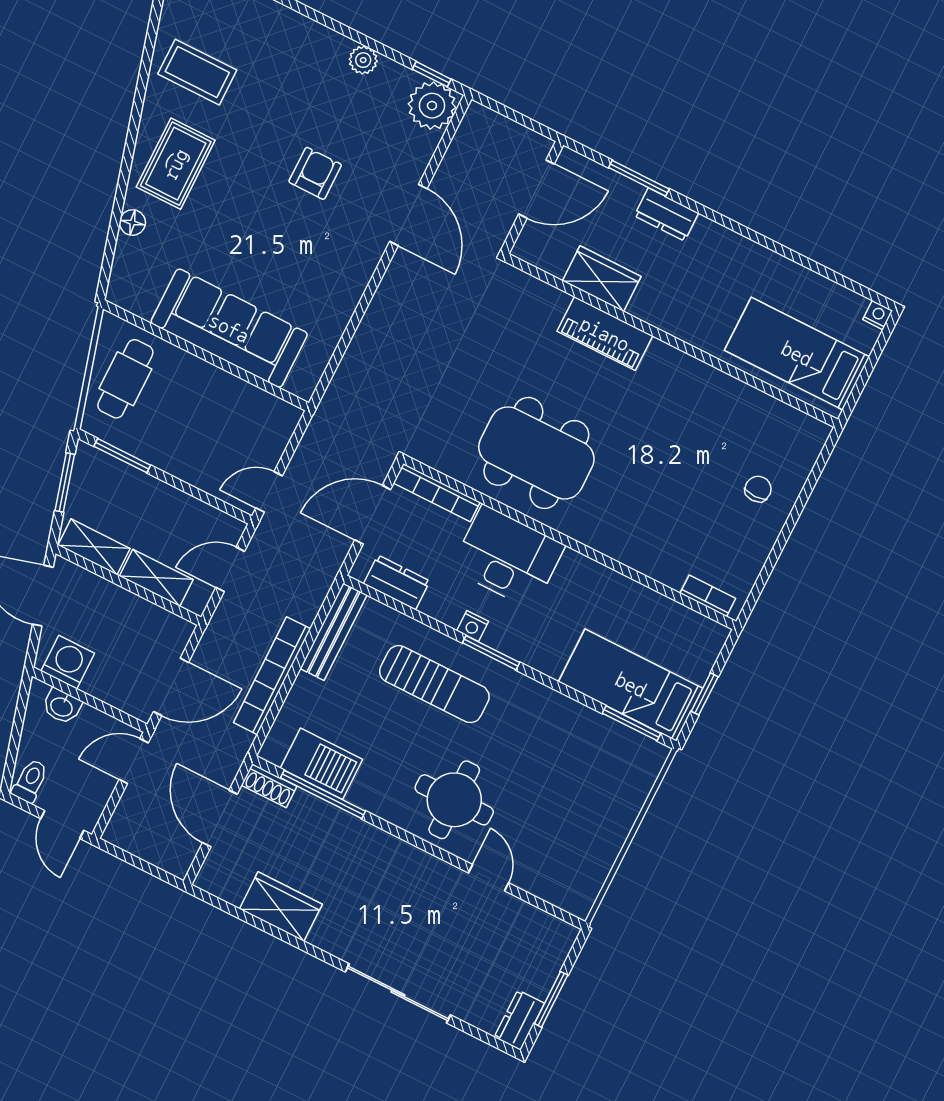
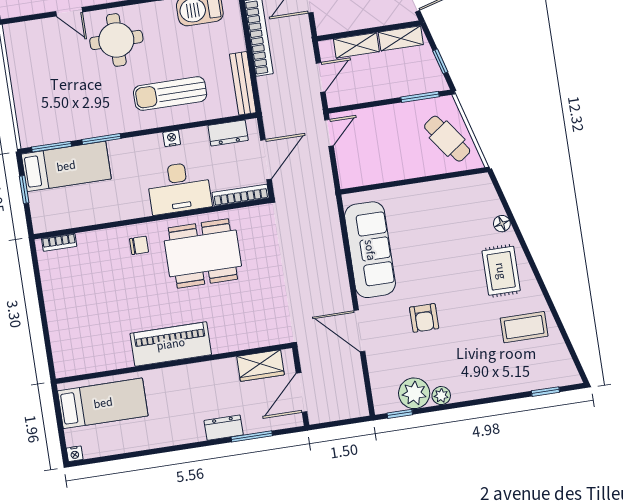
plant: (432, 106) -> (414, 393), moved
wardrobe: (602, 279) -> (261, 366), moved
sofa: (229, 328) -> (370, 250), moved, turned -90
piano: (605, 334) -> (171, 344), moved, width x1.37, depth x1.33
cafe table: (125, 379) -> (447, 139), turned -36
window: (65, 483) -> (440, 61), width x0.67
chair: (758, 489) -> (139, 245), moved, turned -90
window: (491, 653) -> (101, 139), moved

